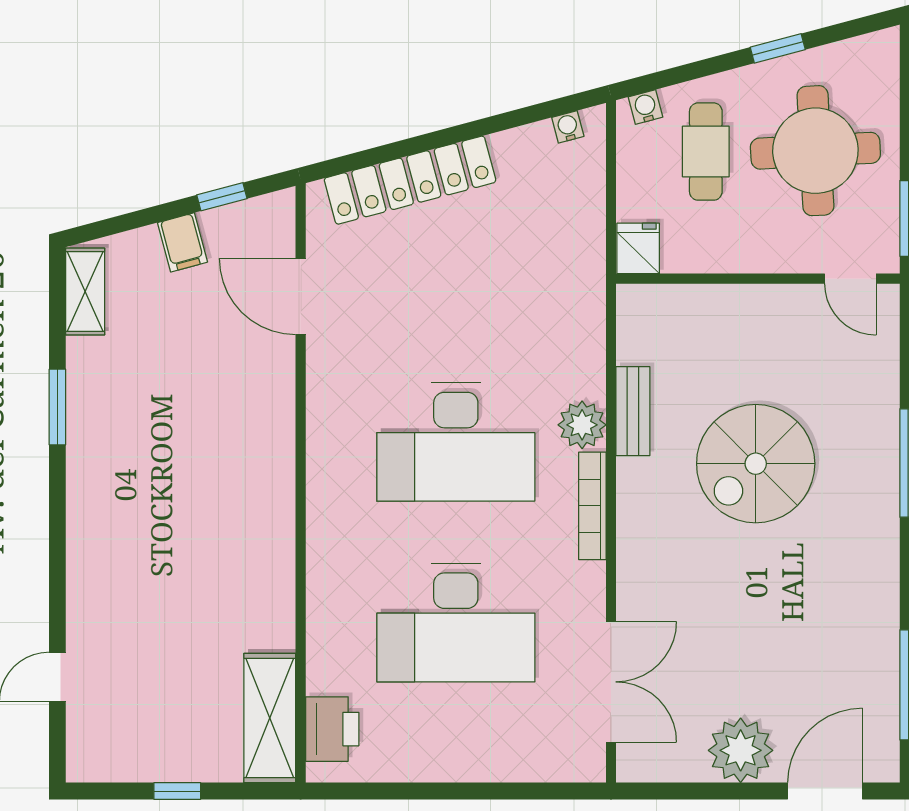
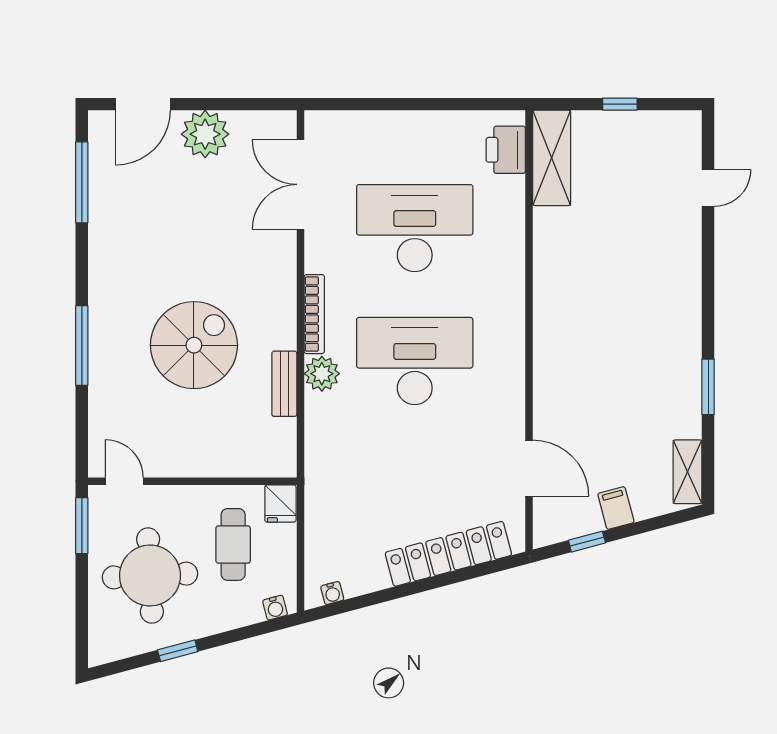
cafe table: (706, 152) -> (233, 544), moved

